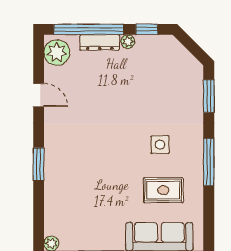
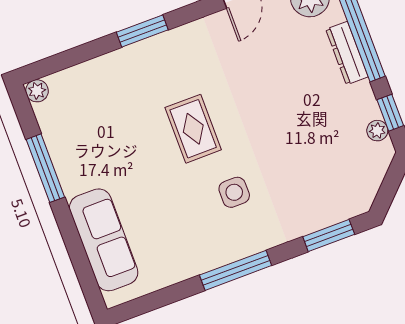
plant: (128, 42) -> (377, 131), moved
rug: (163, 190) -> (193, 129), moved

